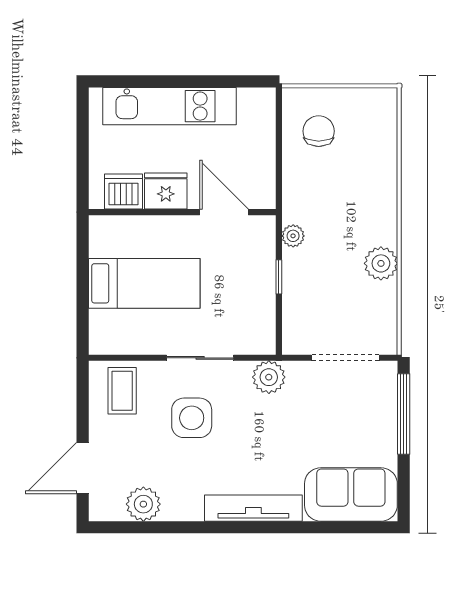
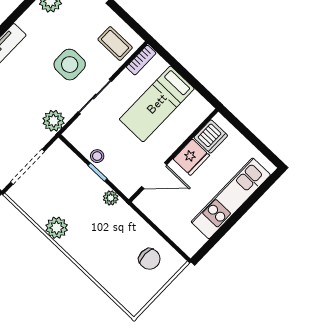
stool: (262, 294) -> (97, 156), added
bookcase: (113, 346) -> (141, 60), added

